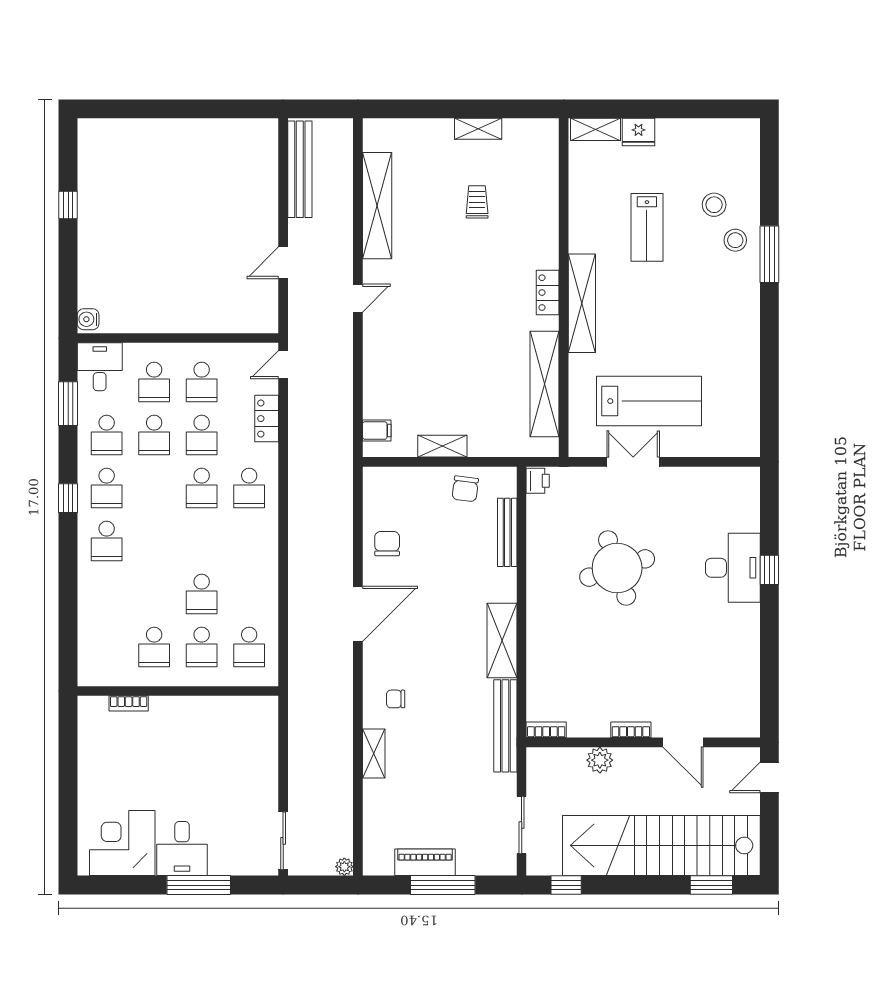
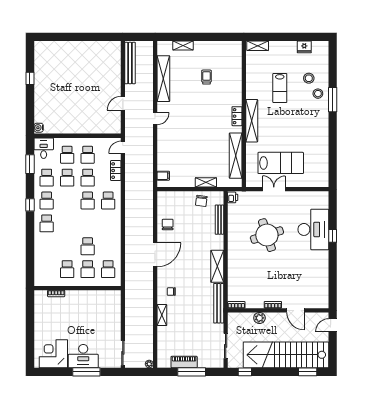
shelving: (478, 129) -> (183, 45), moved
fridge: (638, 132) -> (304, 47), moved
shelving: (442, 446) -> (206, 182), moved
desk: (733, 568) -> (313, 229), width x1.36, depth x1.30
desk: (182, 848) -> (83, 356), width x1.37

